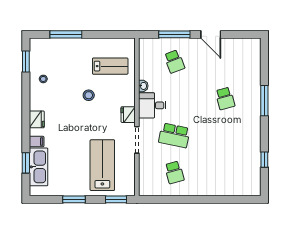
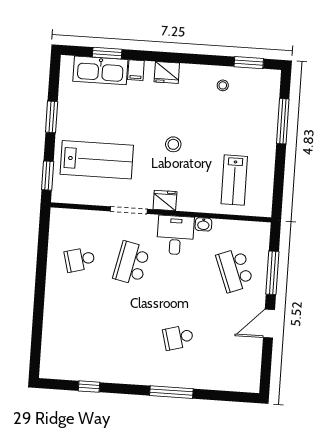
school desk: (174, 61) -> (235, 270), width x1.85
stool: (89, 95) -> (173, 144), moved

